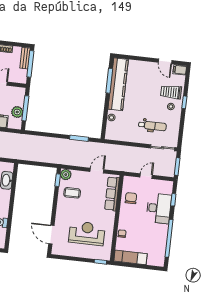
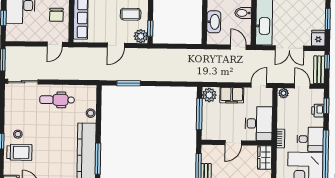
plant: (17, 112) -> (209, 95), moved
dental chair: (152, 126) -> (57, 100), moved
door: (97, 171) -> (116, 45), moved
door: (146, 176) -> (55, 44), moved

